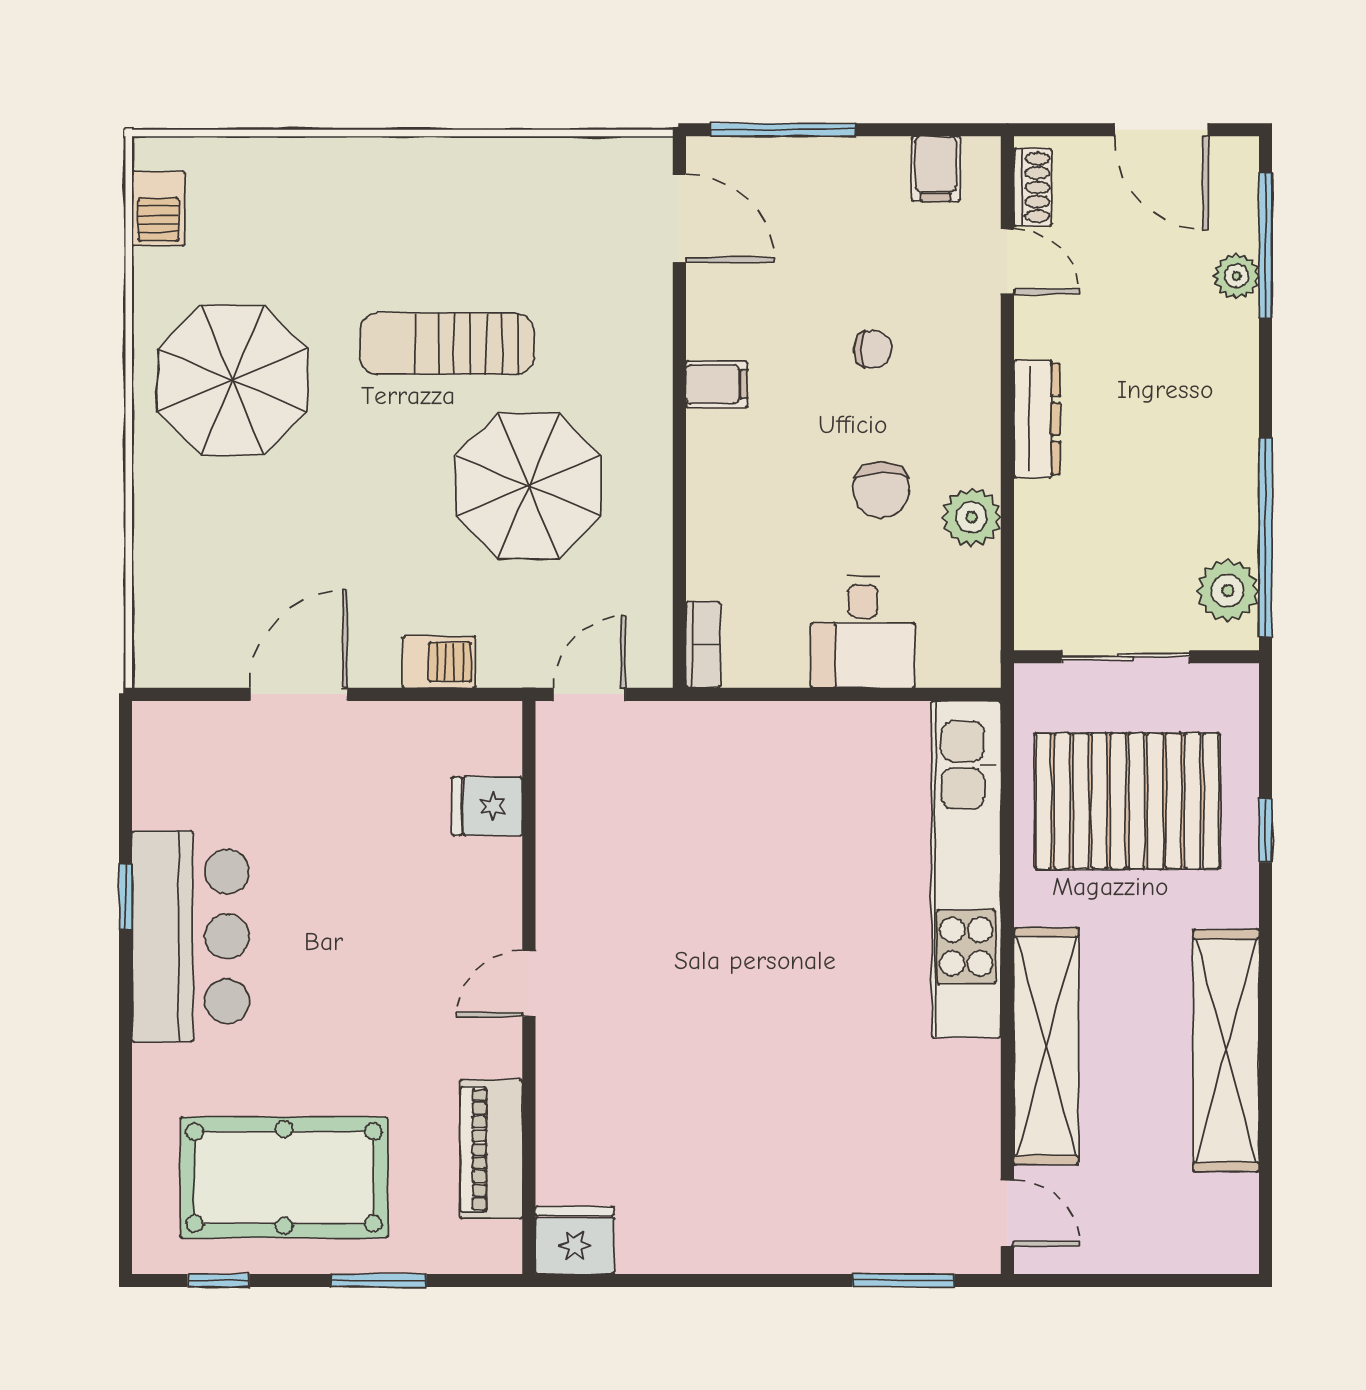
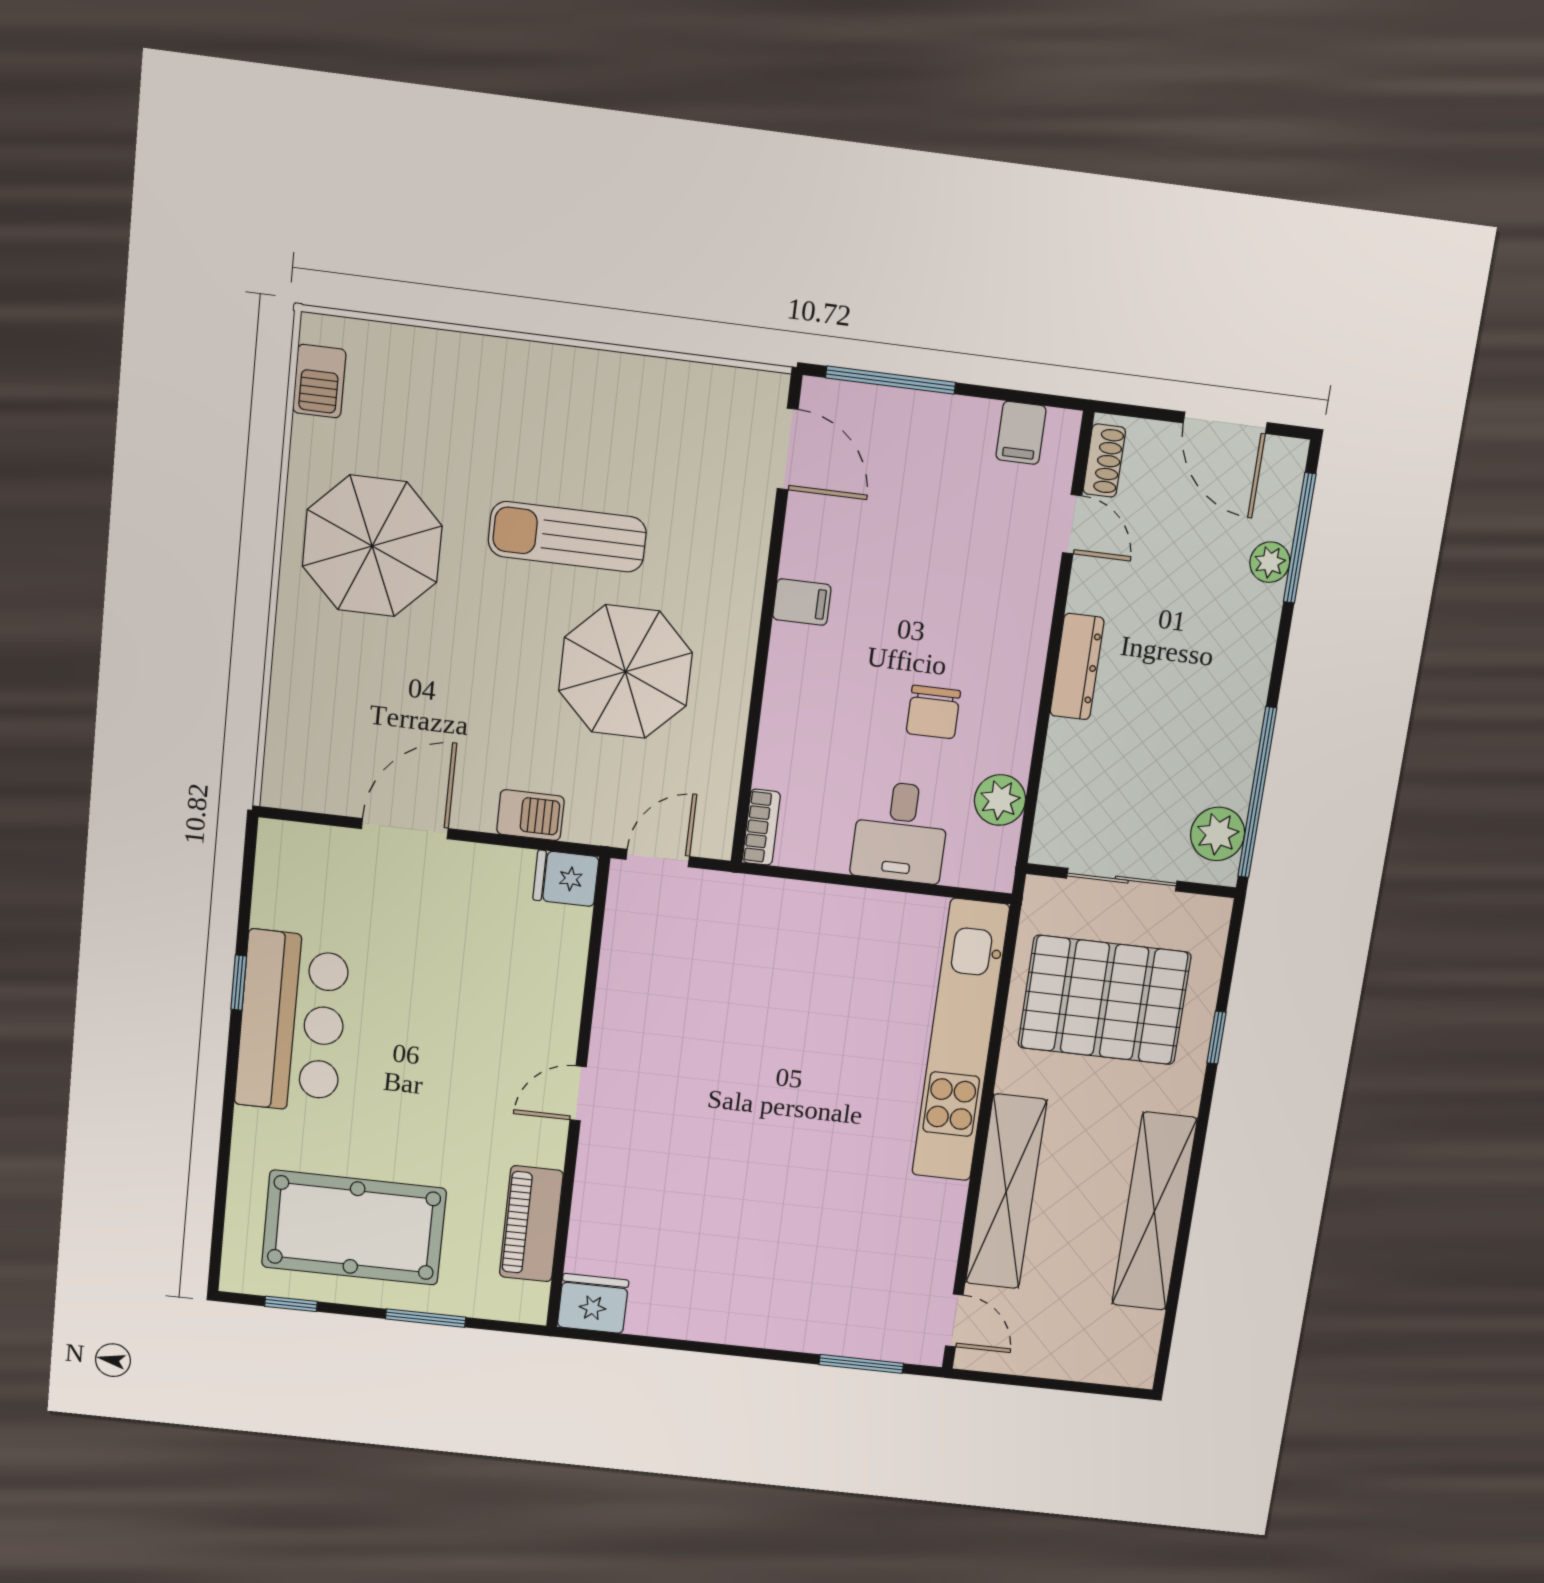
chair: (873, 349) -> (943, 588), removed
plant: (972, 517) -> (1000, 800), moved
fridge: (487, 806) -> (566, 878), moved

